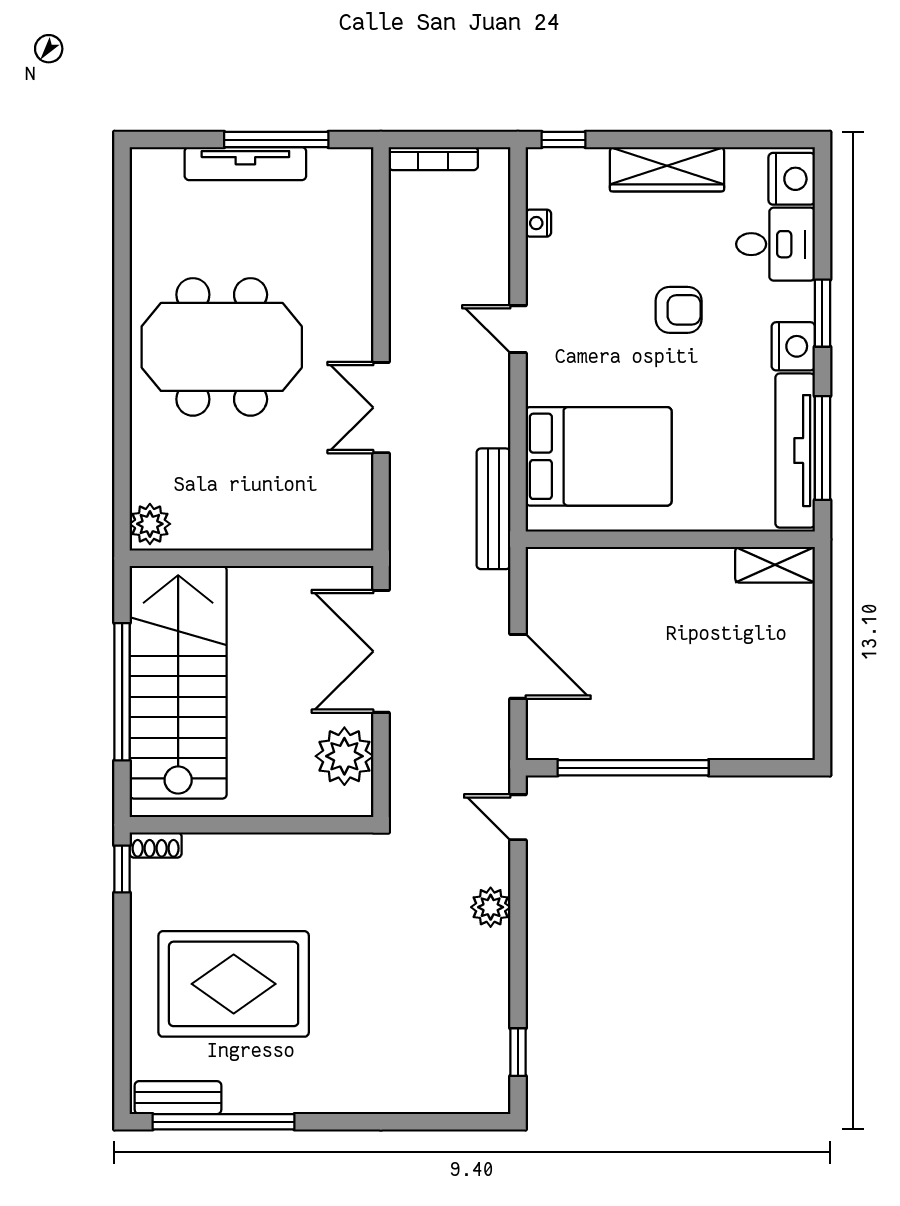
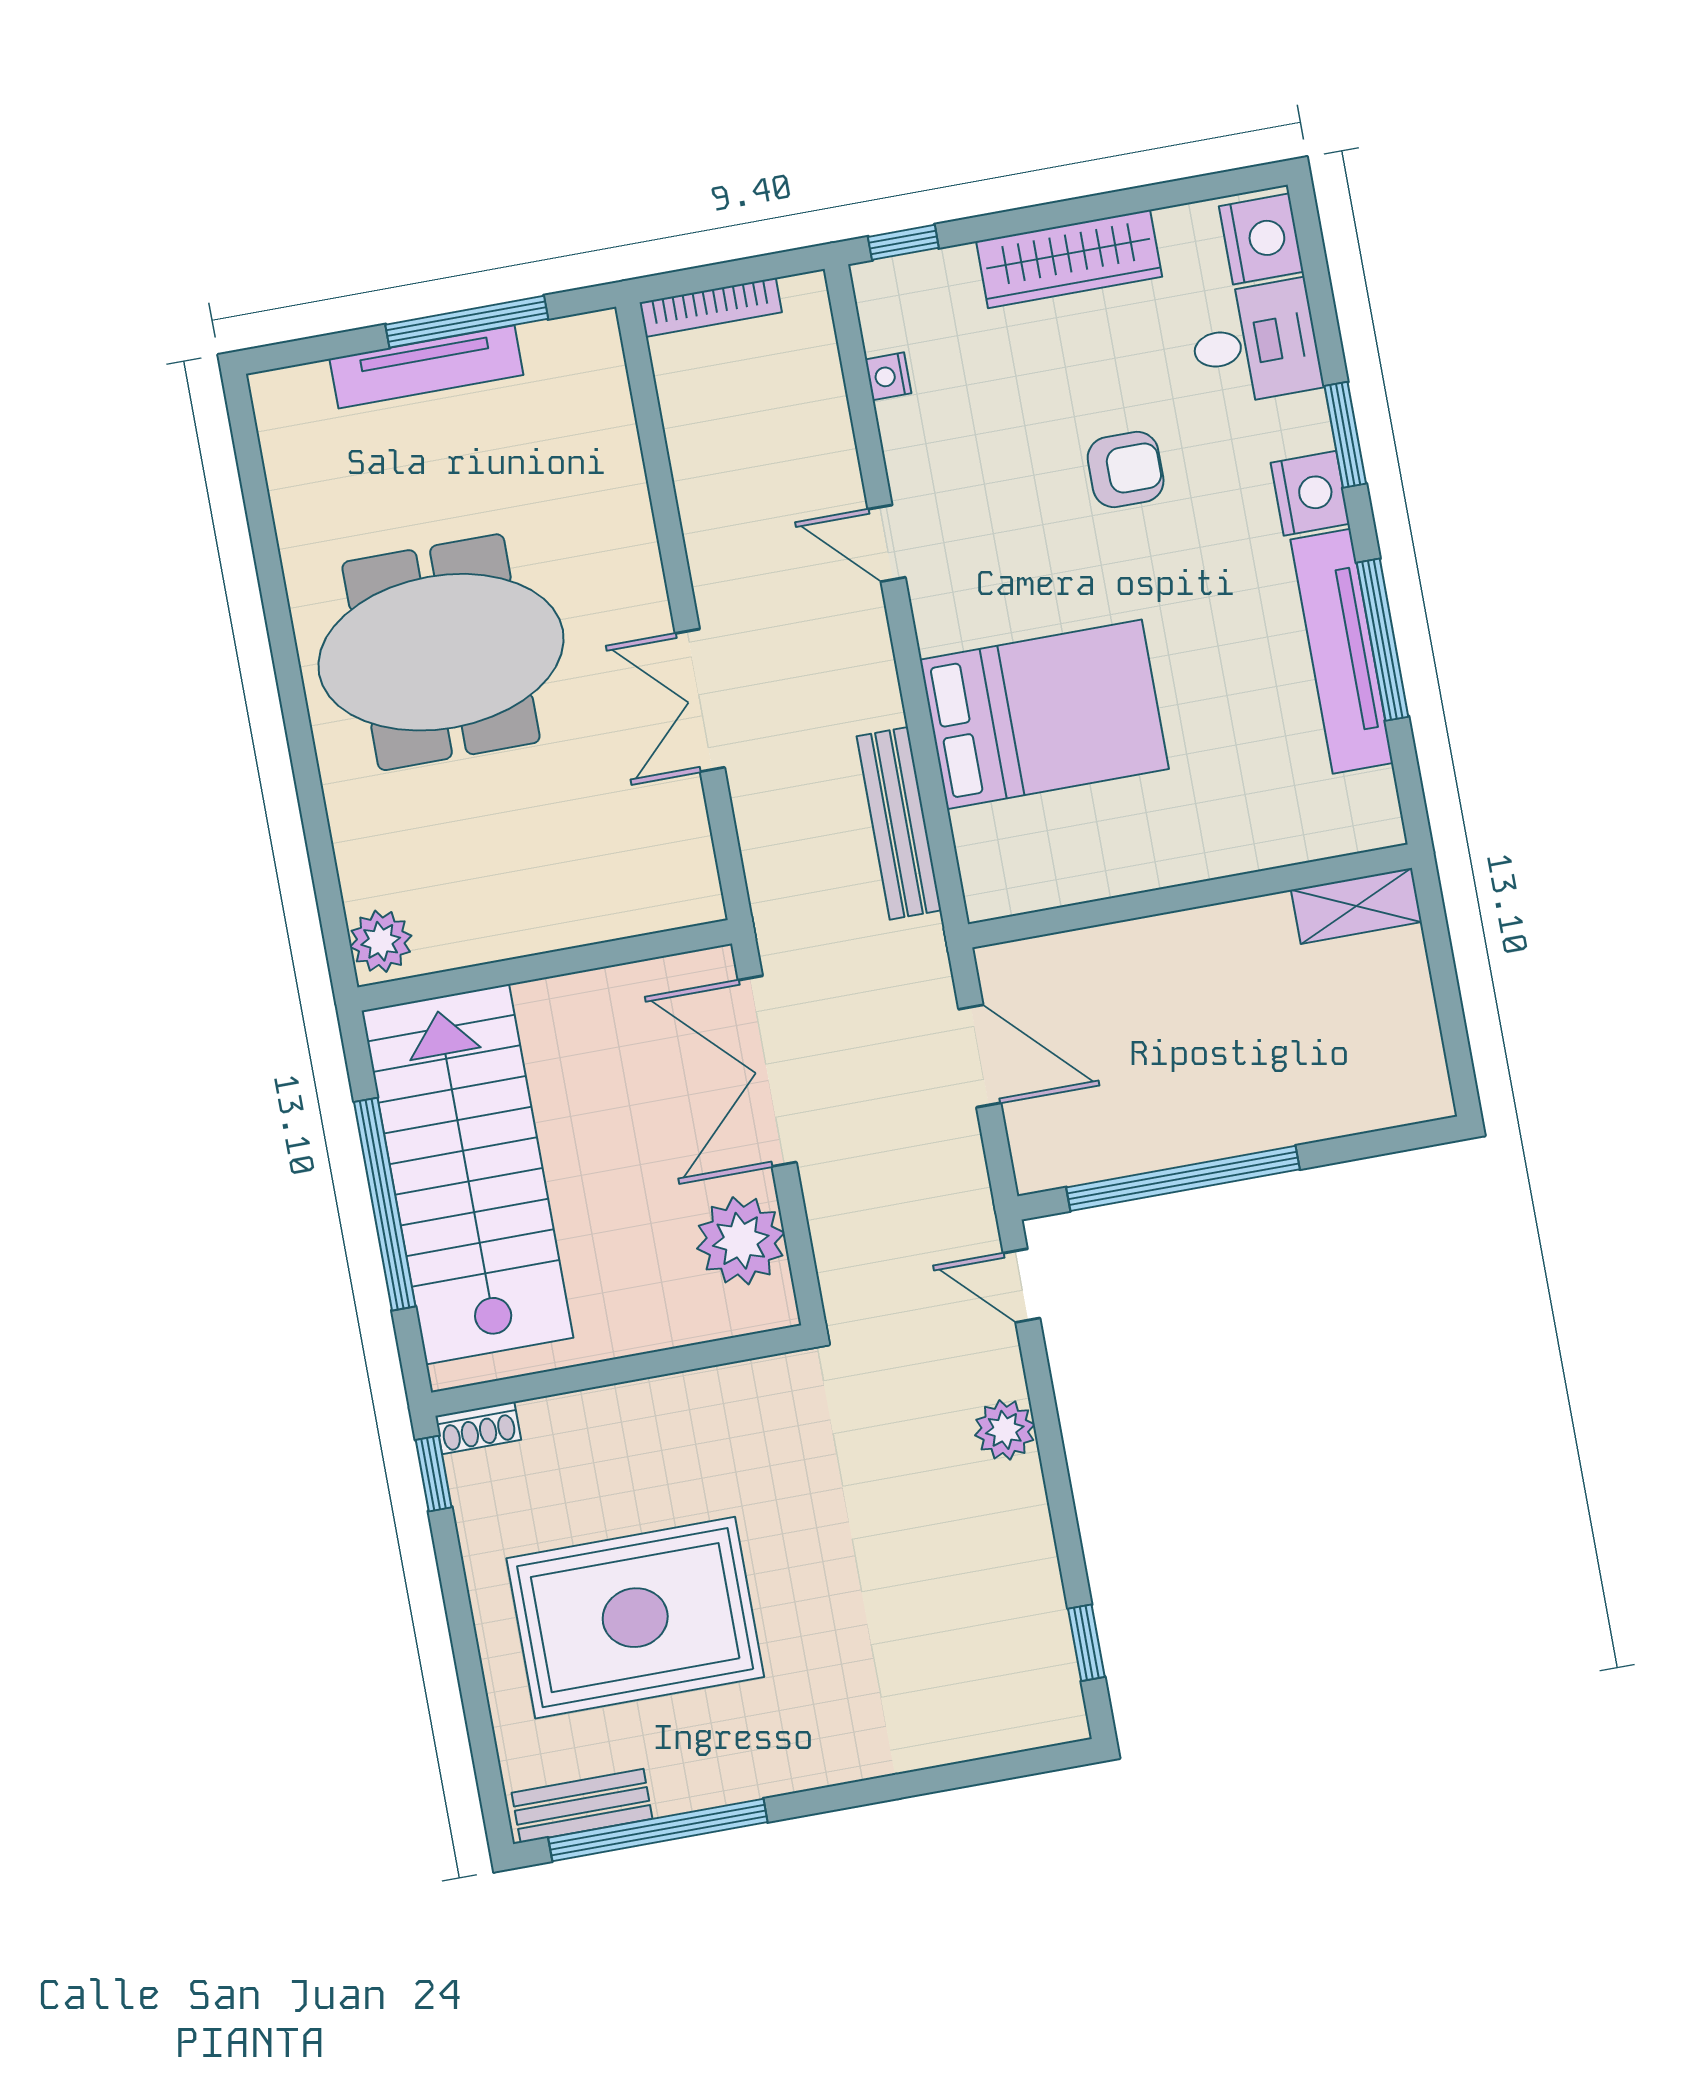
wall: (670, 539) -> (1190, 896), moved
shelving: (775, 565) -> (1356, 906), moved

